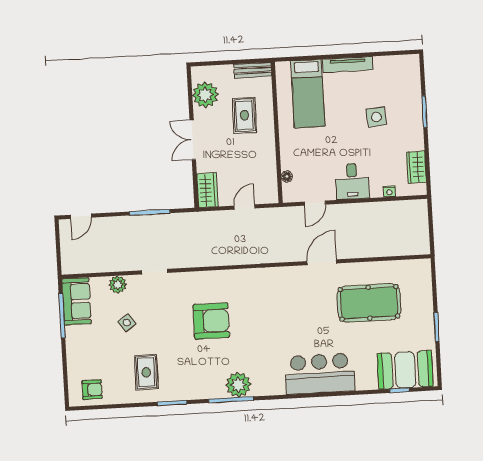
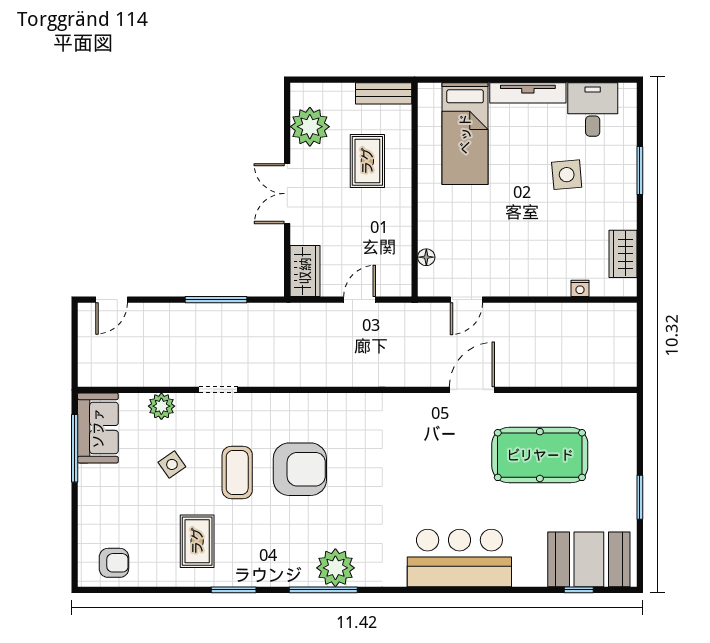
desk: (352, 181) -> (593, 109), moved, turned 180
coffee table: (170, 325) -> (237, 472), added

